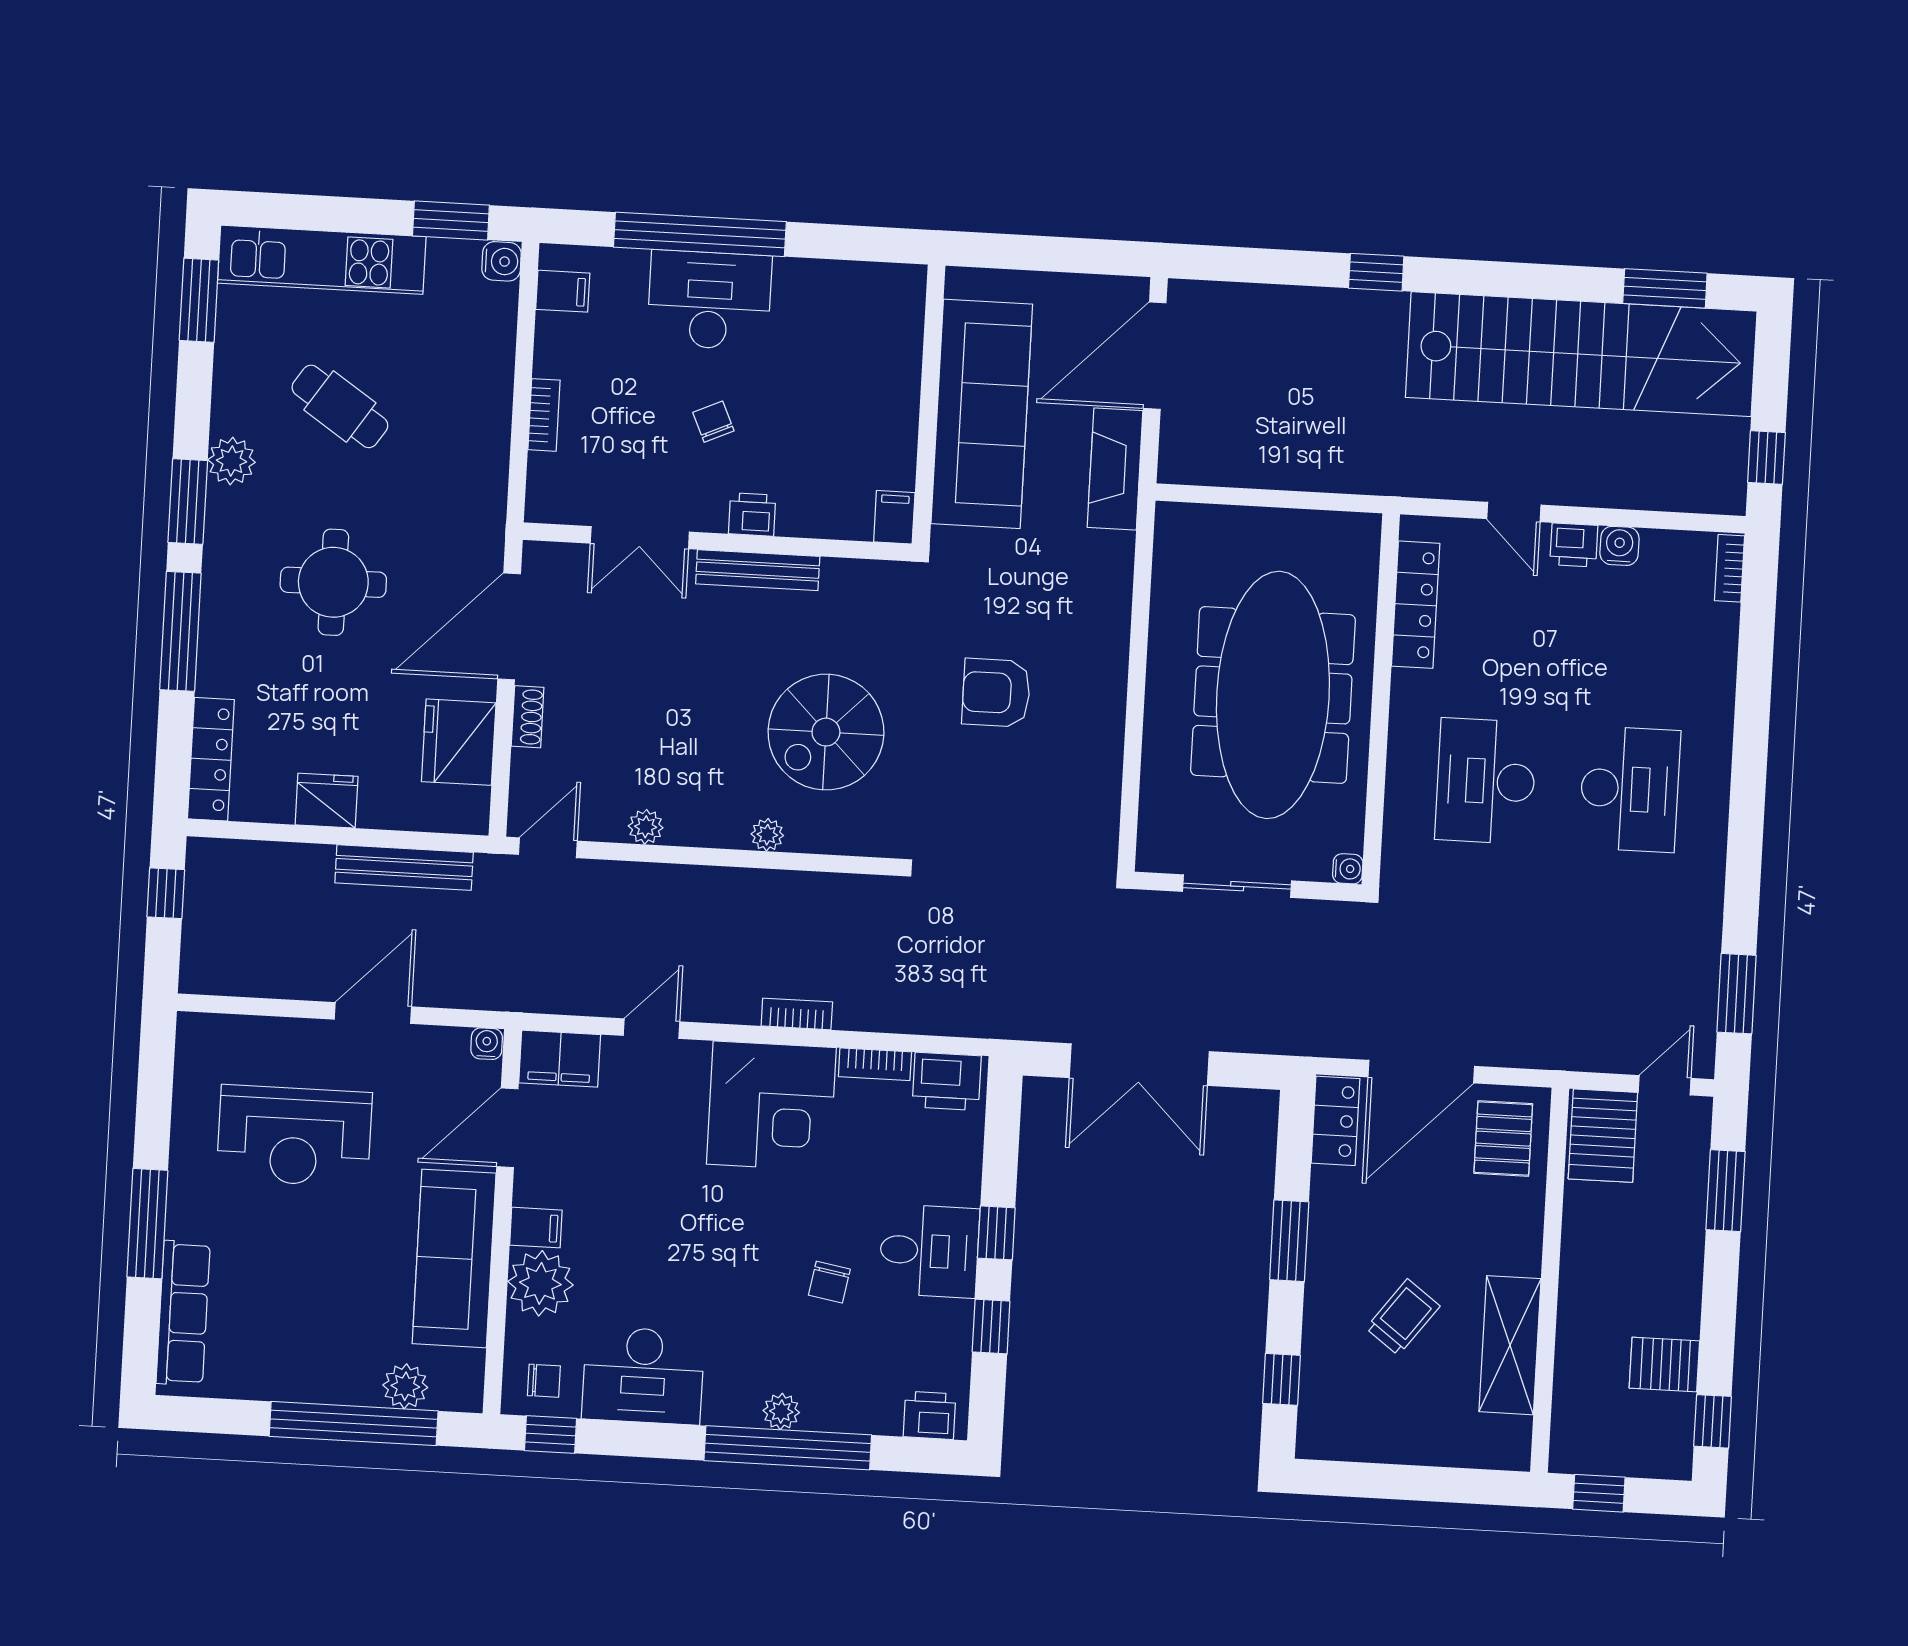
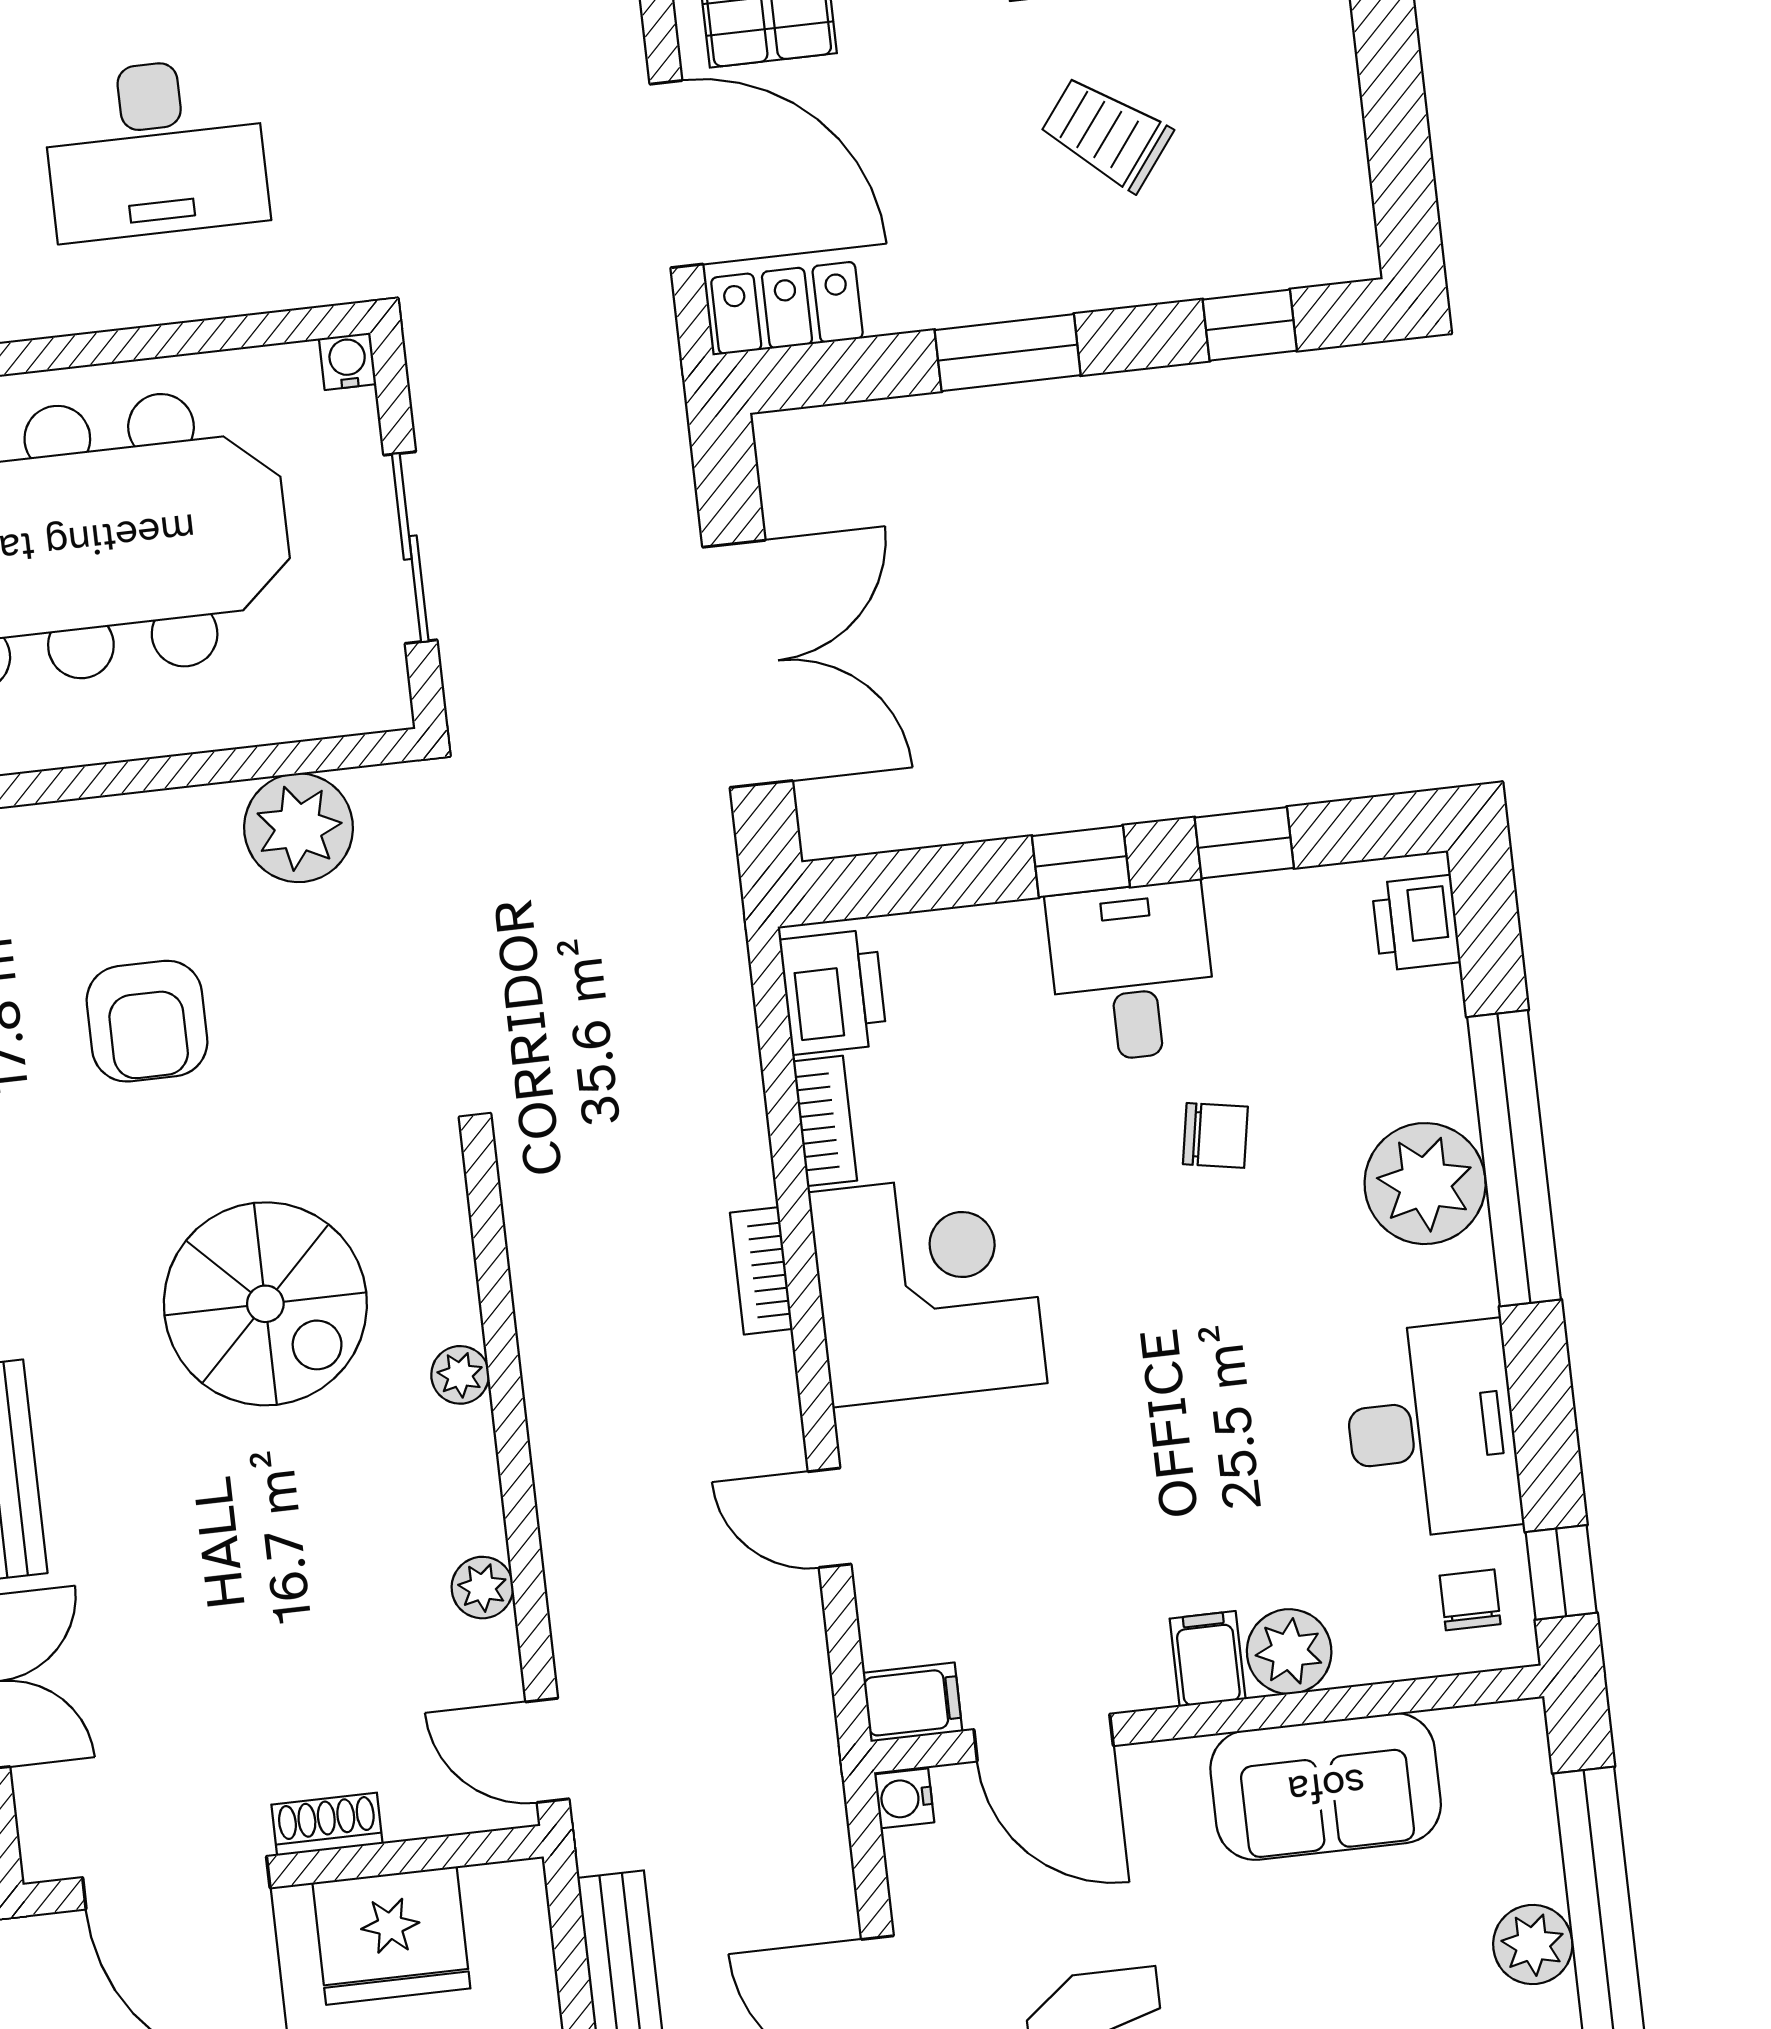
plant: (1090, 796) -> (299, 828), added
filing cabinet: (560, 1059) -> (913, 1702), width x0.50
sofa: (454, 1258) -> (1326, 1787), width x0.73
plant: (540, 1283) -> (1289, 1652), width x0.73, depth x0.73
plant: (405, 1386) -> (1533, 1945), moved
plant: (781, 1411) -> (1425, 1184), width x1.87, depth x1.87

